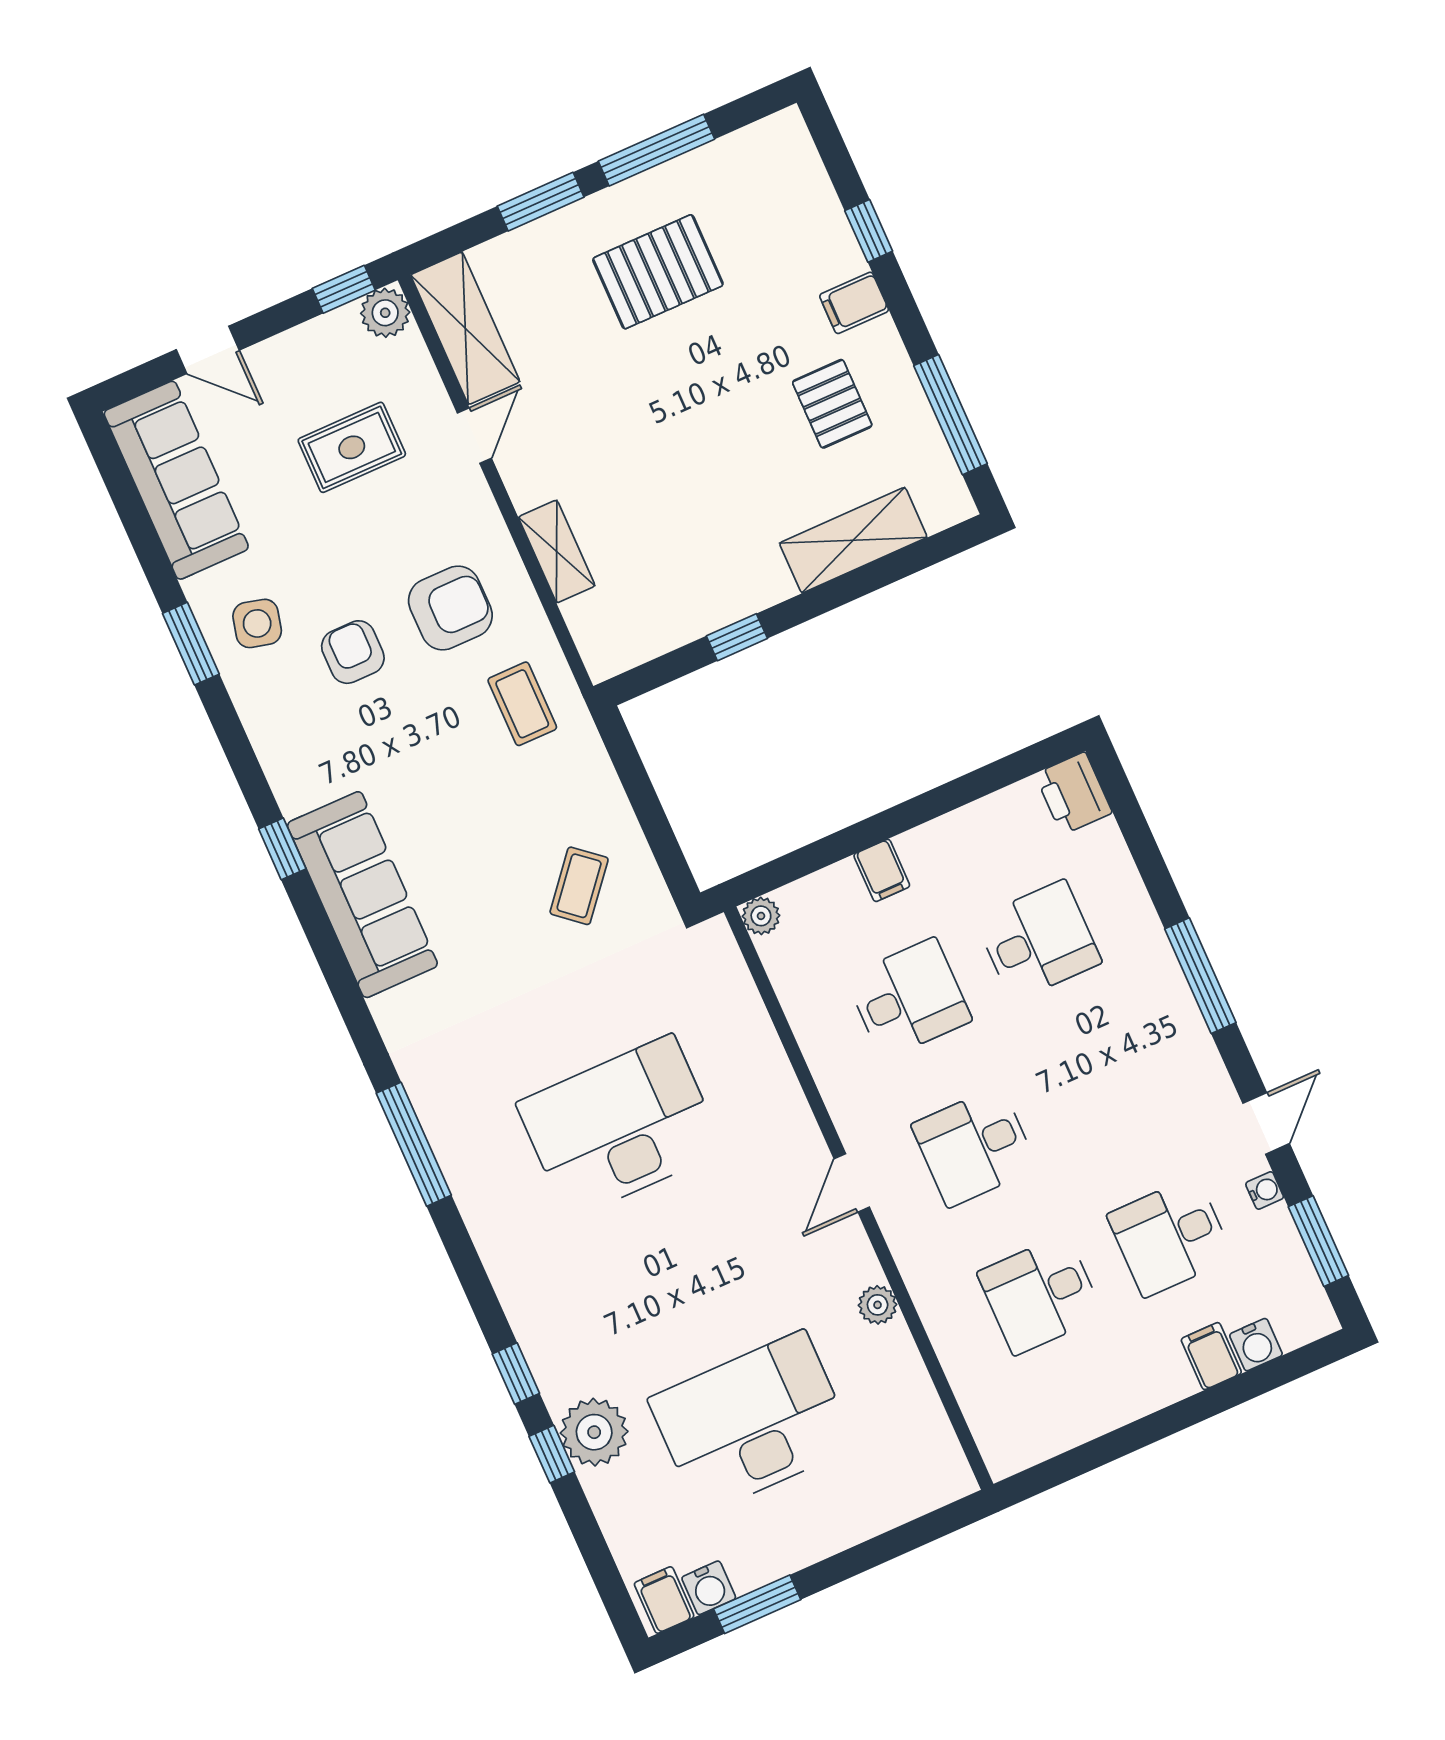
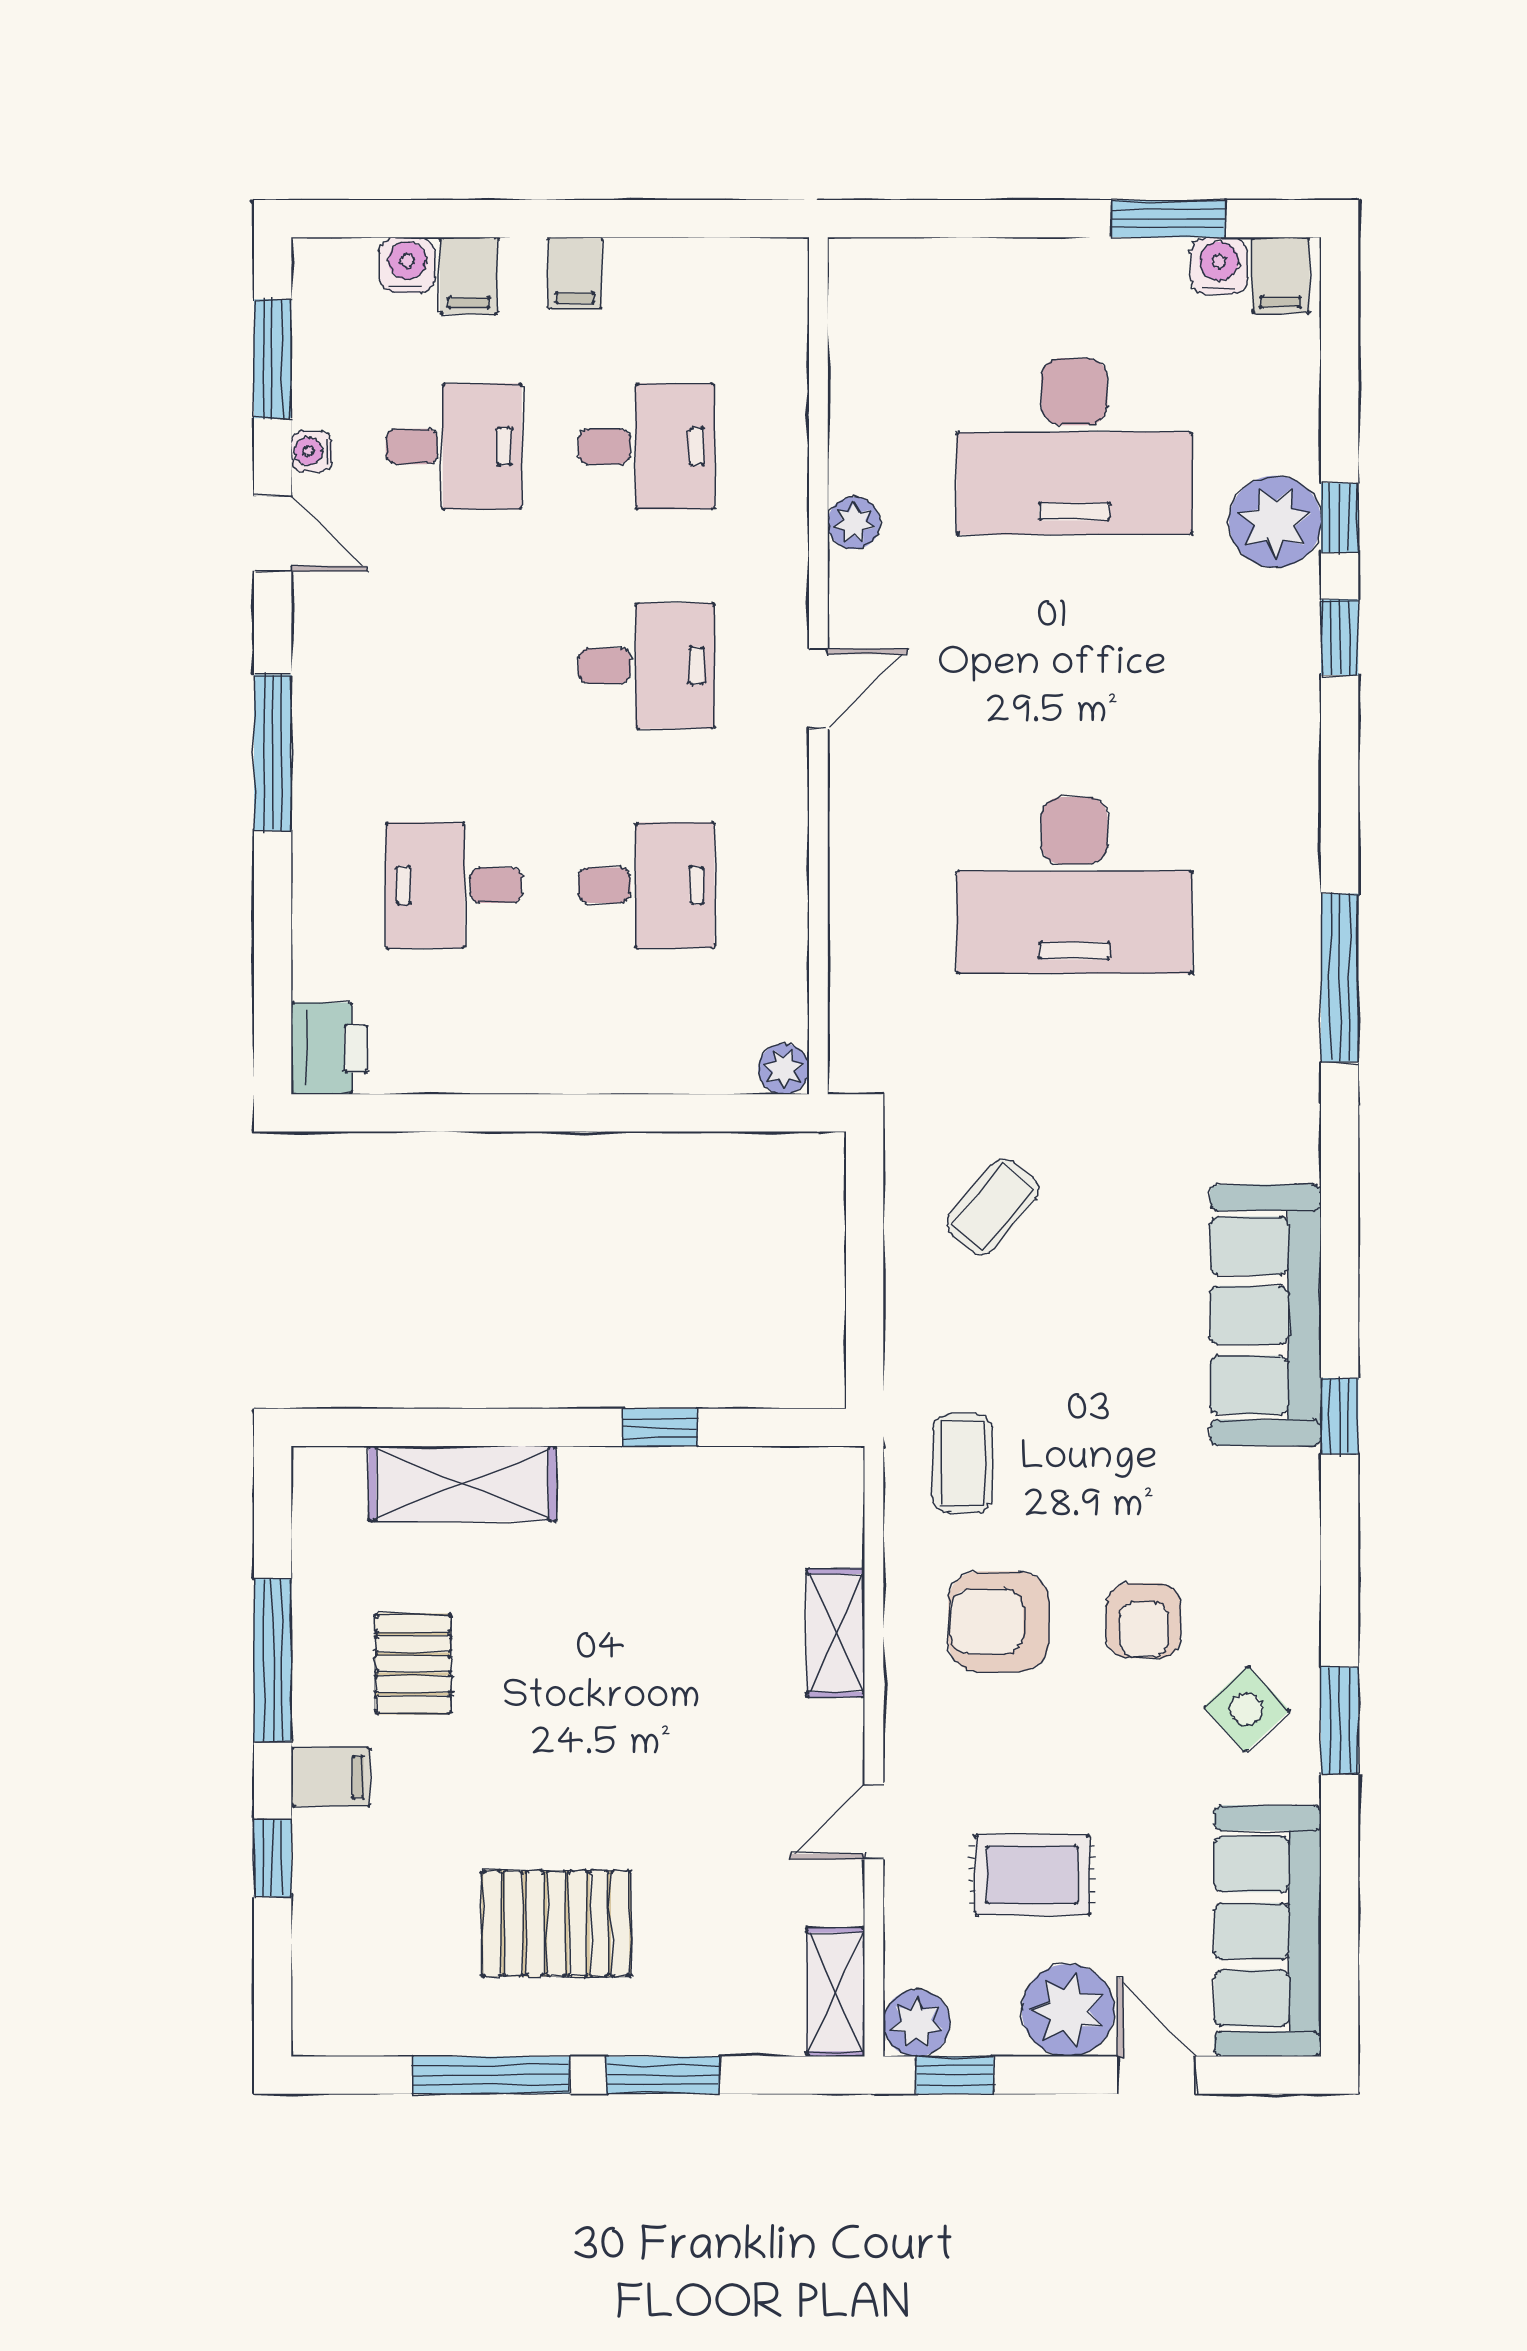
shelving: (465, 328) -> (836, 1992), width x0.67, depth x0.75
plant: (287, 367) -> (1068, 2010), added
window: (951, 415) -> (273, 1660), moved
side table: (257, 623) -> (1247, 1709), turned 33
filing cabinet: (882, 870) -> (575, 273), moved, turned 180
desk: (909, 999) -> (647, 885), turned 180
door: (1266, 1123) -> (273, 534), swing flipped

